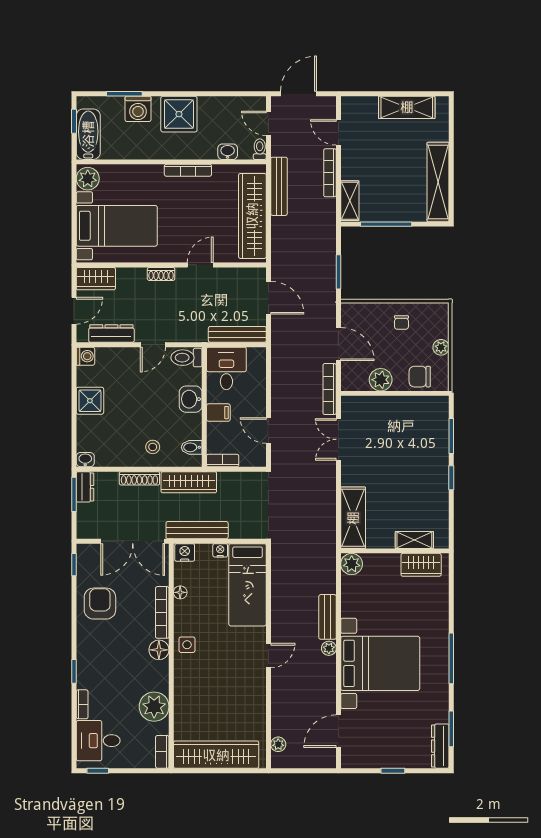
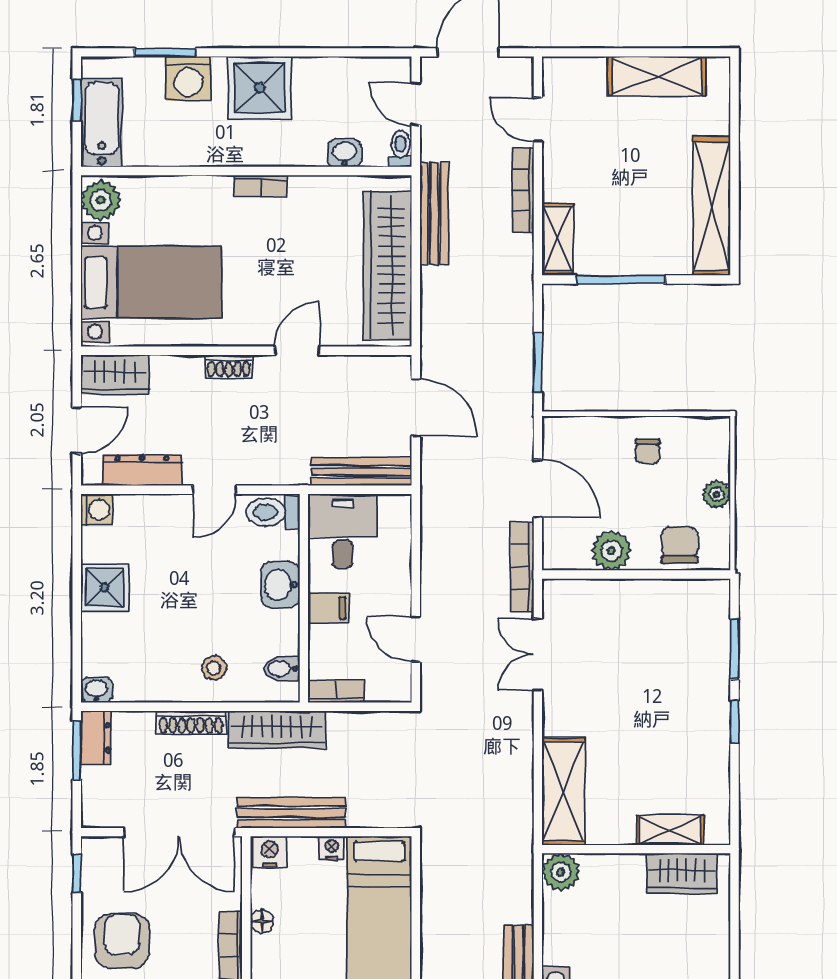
bookcase: (188, 170) -> (261, 186), width x0.64
chair: (420, 377) -> (679, 545), turned 90

